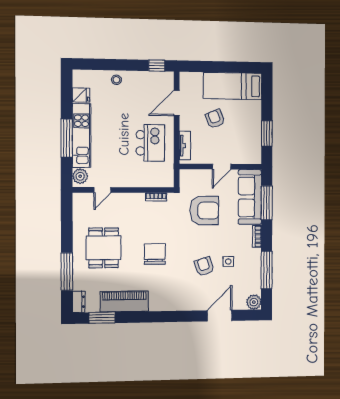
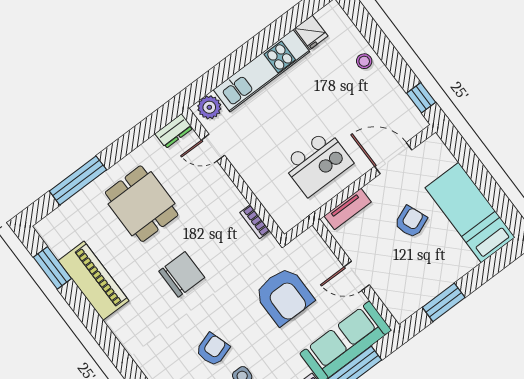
window: (67, 138) -> (244, 55), removed
dining table: (104, 248) -> (142, 204), turned 90
dresser: (79, 302) -> (174, 131), moved

